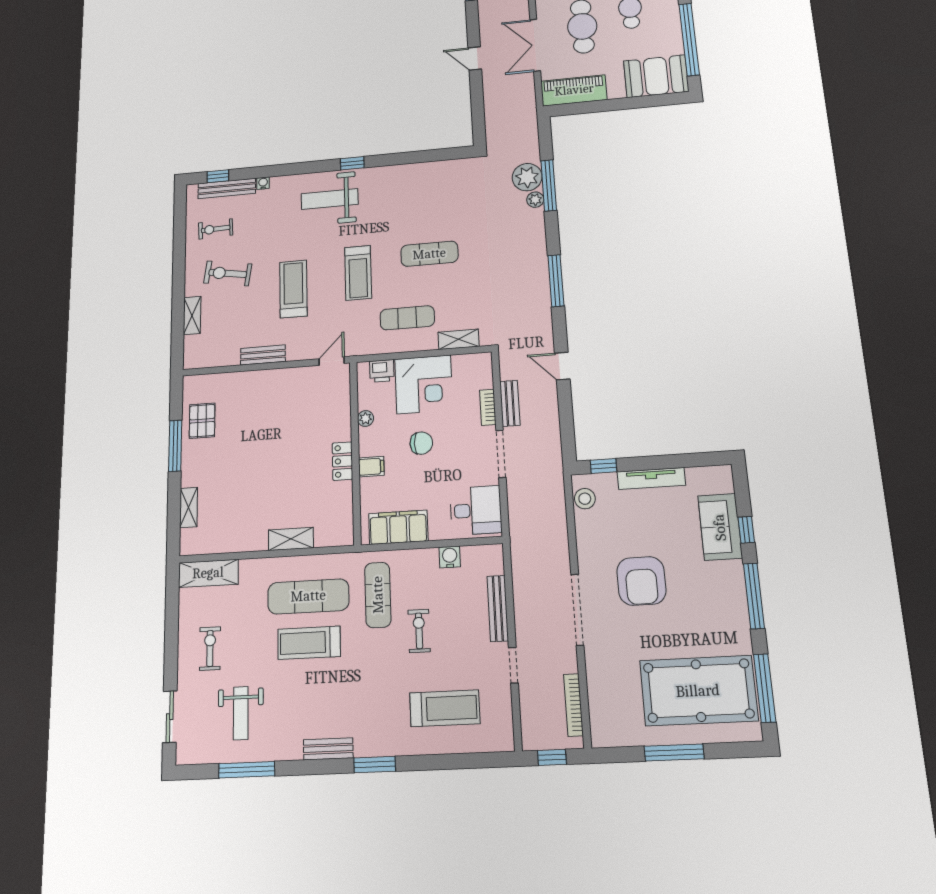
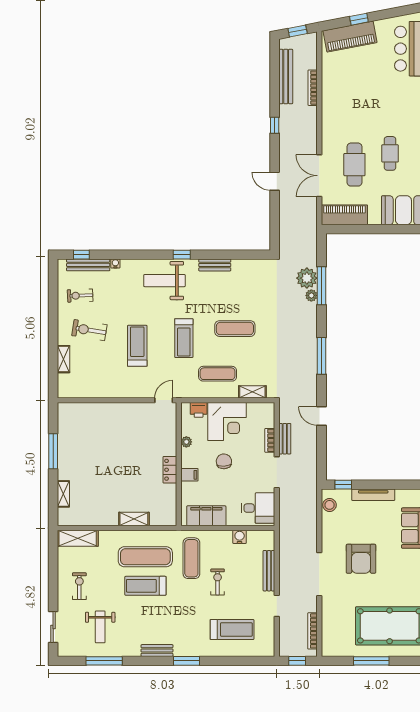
bench: (263, 355) -> (215, 265), moved
pallet: (202, 421) -> (72, 435), removed
chair: (421, 443) -> (224, 461), turned -93

